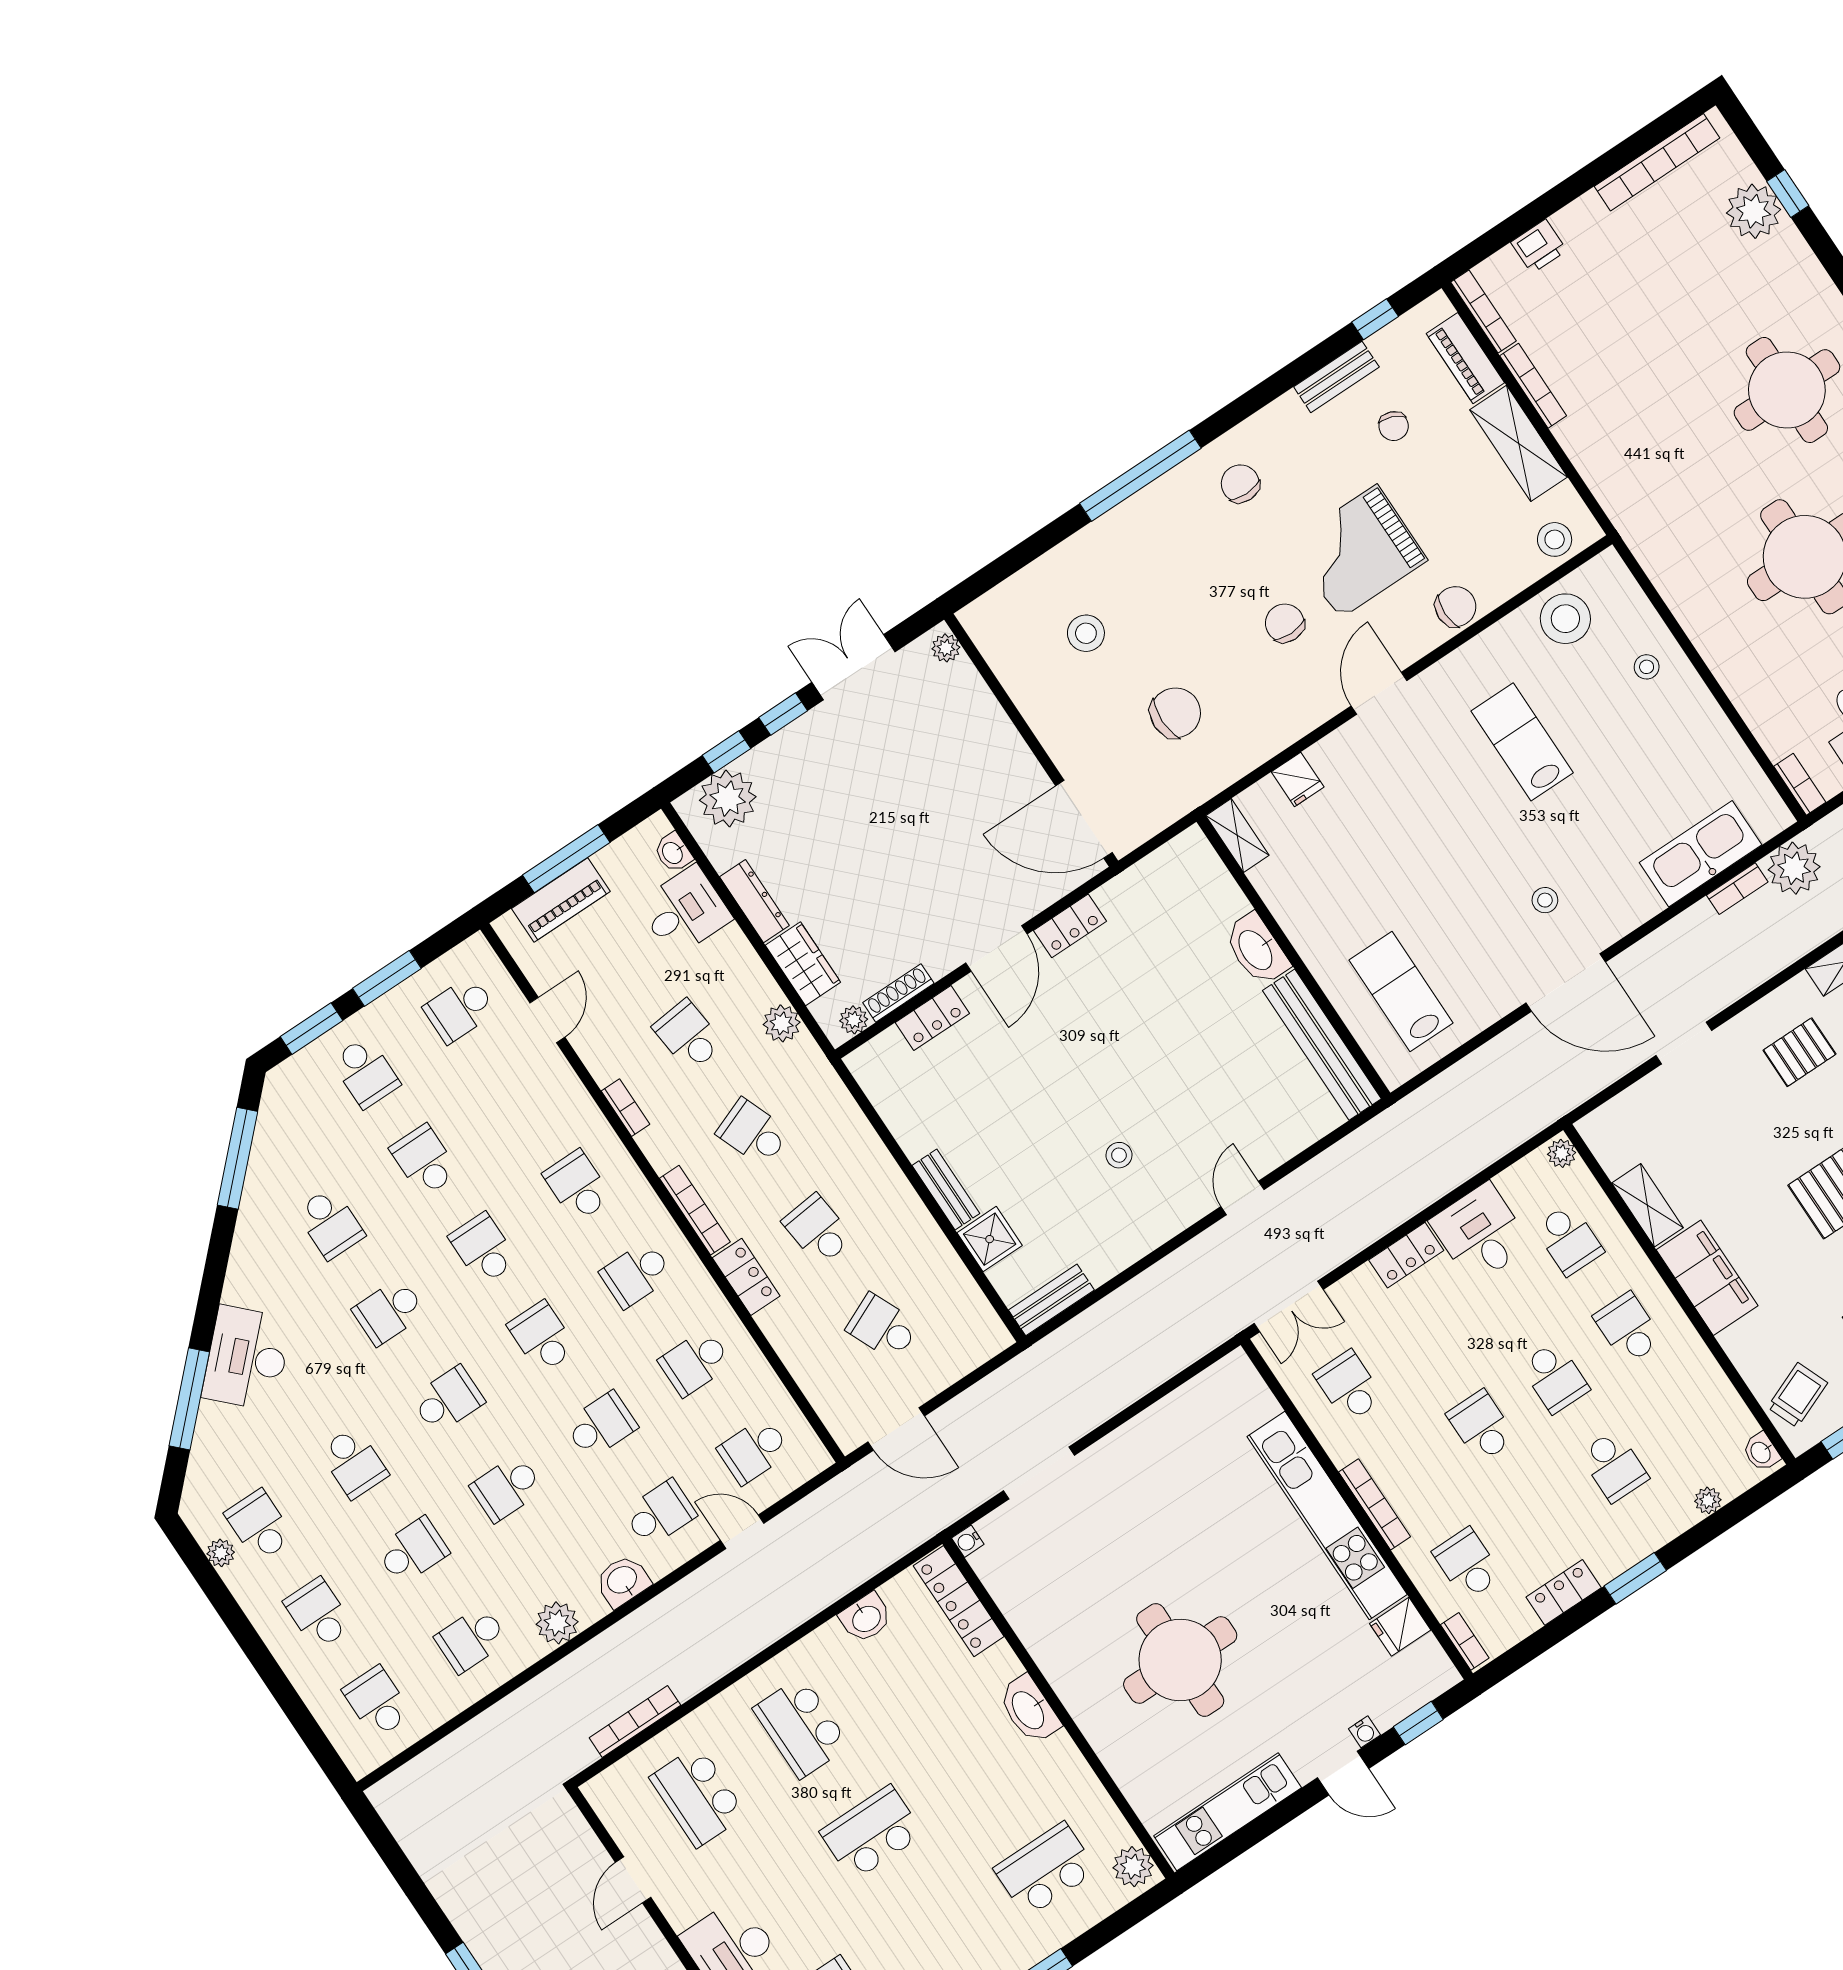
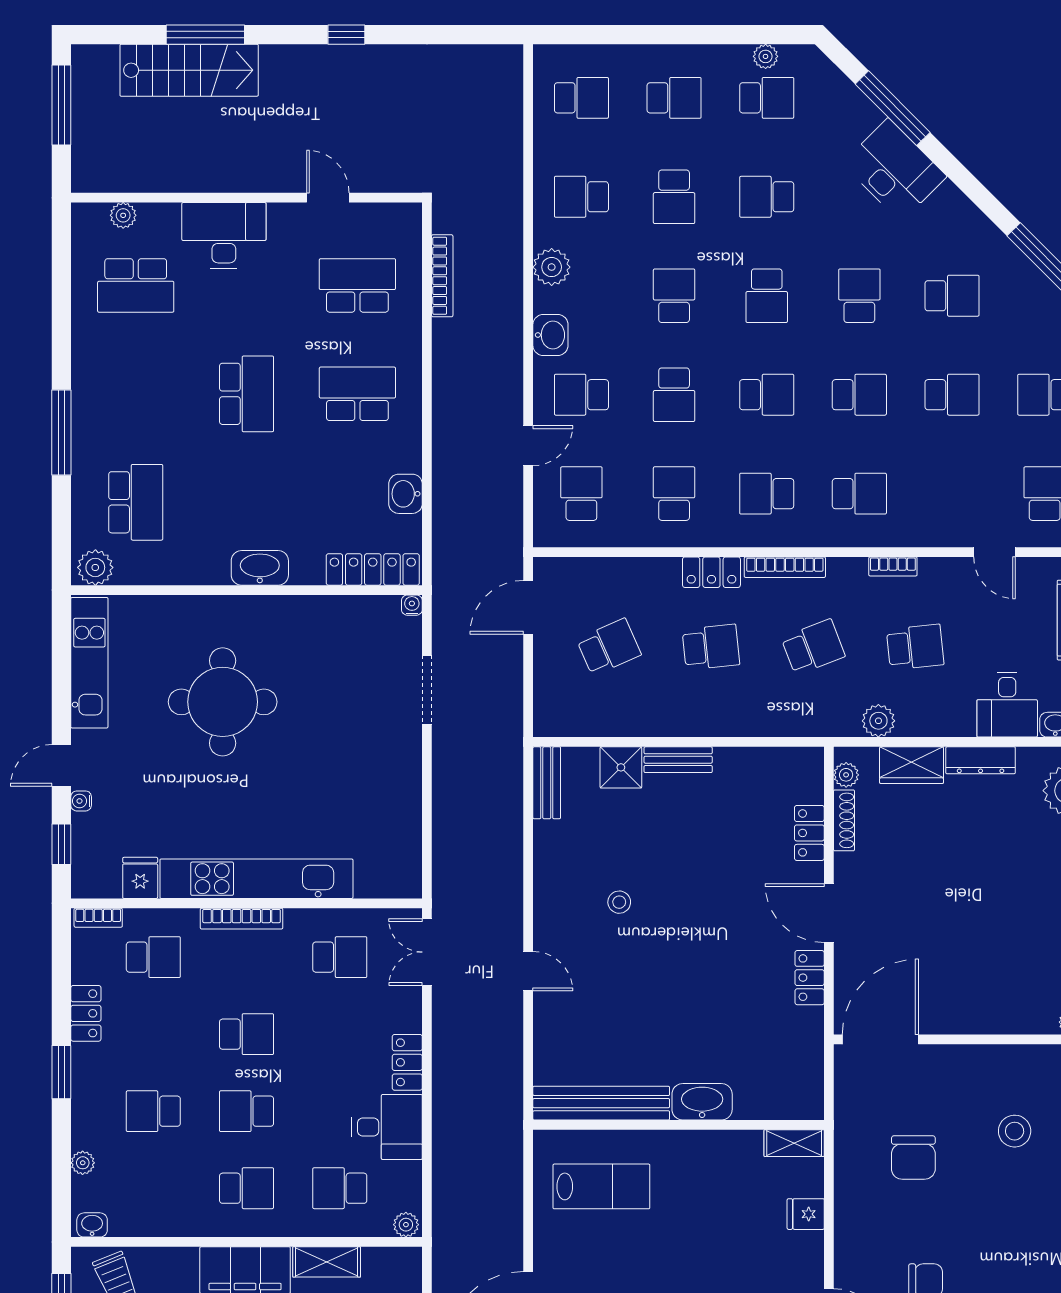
school desk: (330, 1223) -> (952, 296), turned 180
school desk: (636, 1274) -> (767, 494), turned -90
school desk: (660, 1513) -> (581, 395), turned 90
school desk: (471, 1639) -> (581, 197), turned -90

